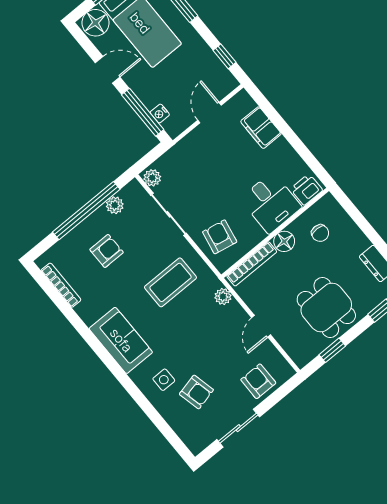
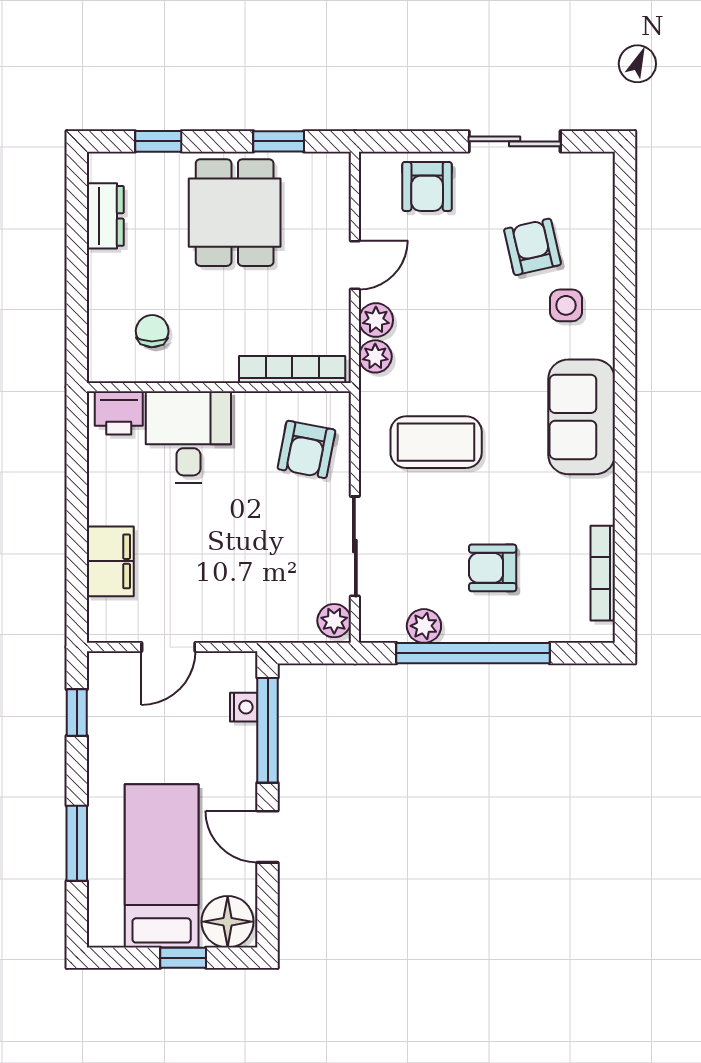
floor lamp: (284, 241) -> (216, 363), removed
plant: (235, 311) -> (376, 320), added

